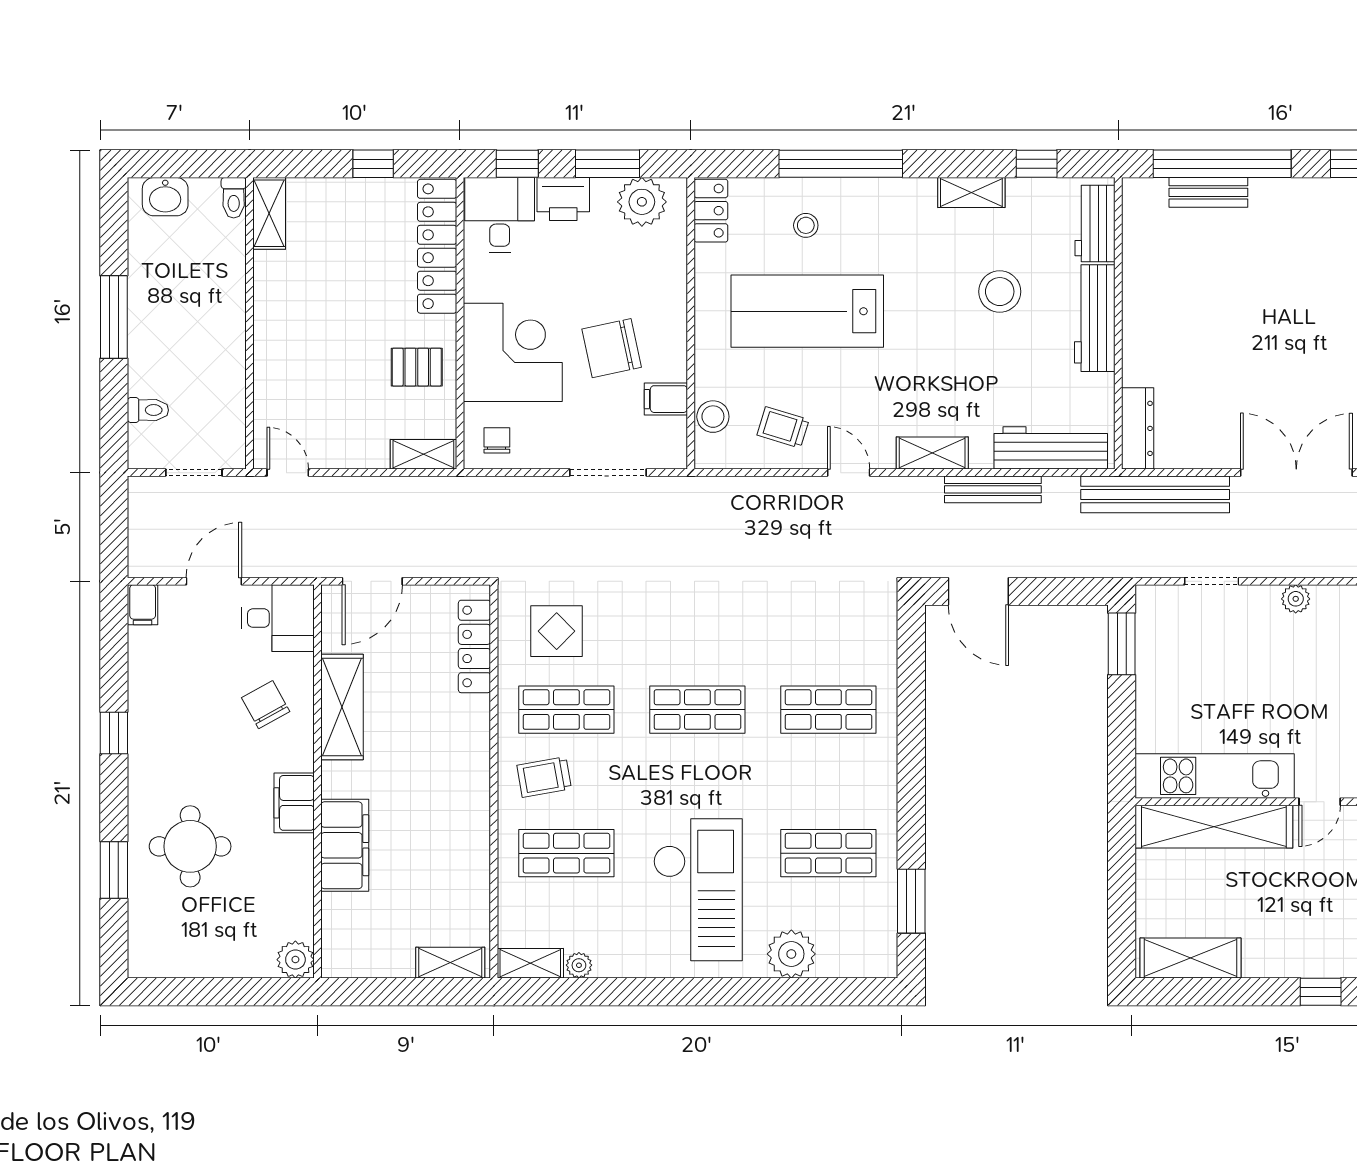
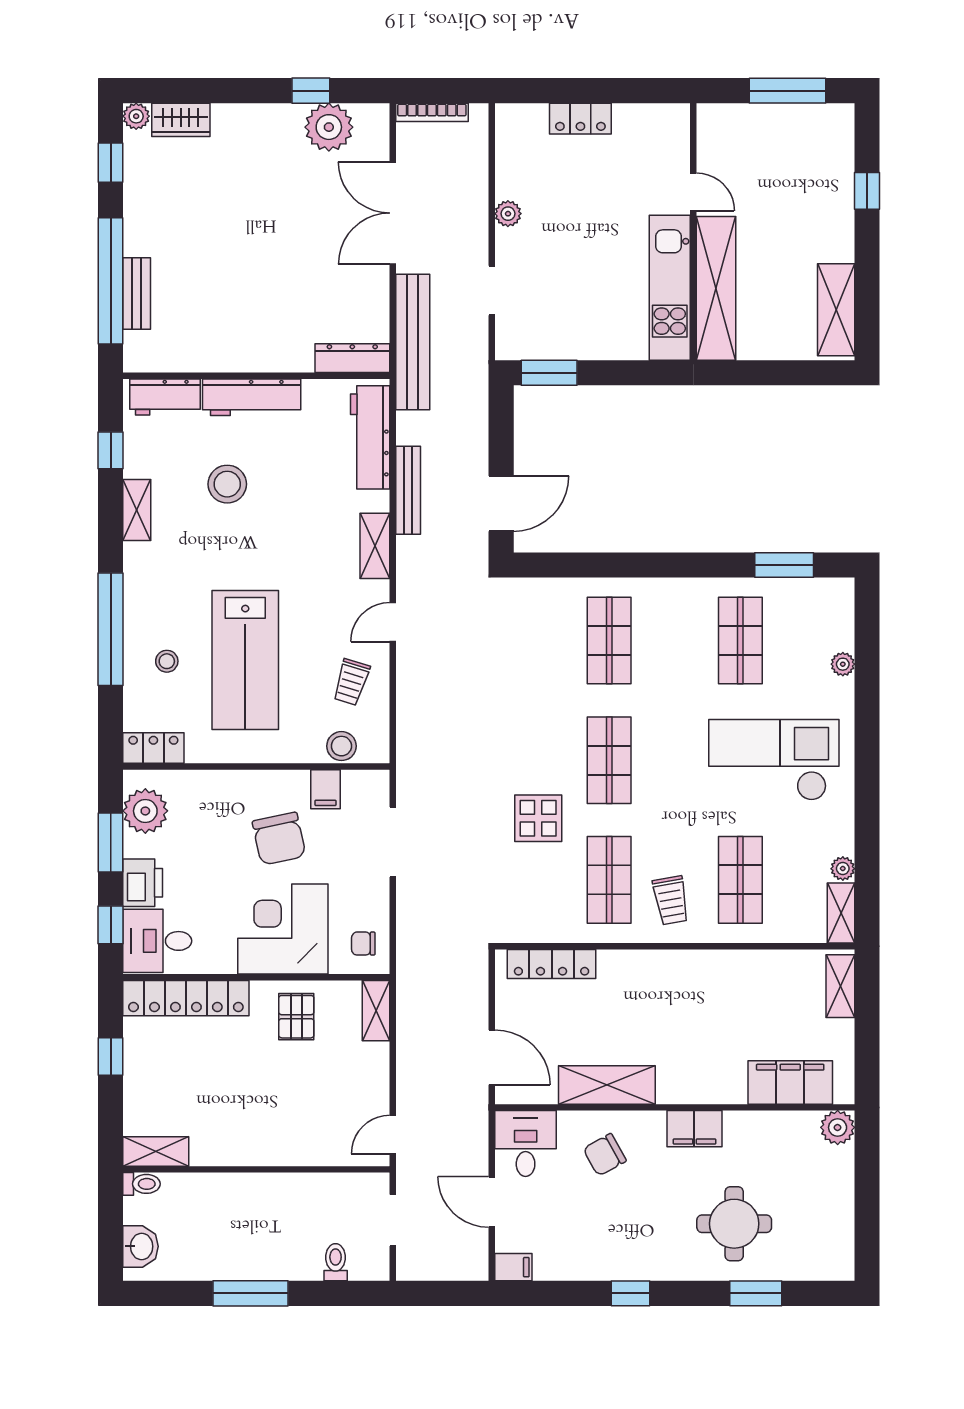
display table: (557, 631) -> (538, 818), moved
filing cabinet: (345, 845) -> (790, 1082), moved
plant: (791, 954) -> (843, 664), width x0.53, depth x0.53

